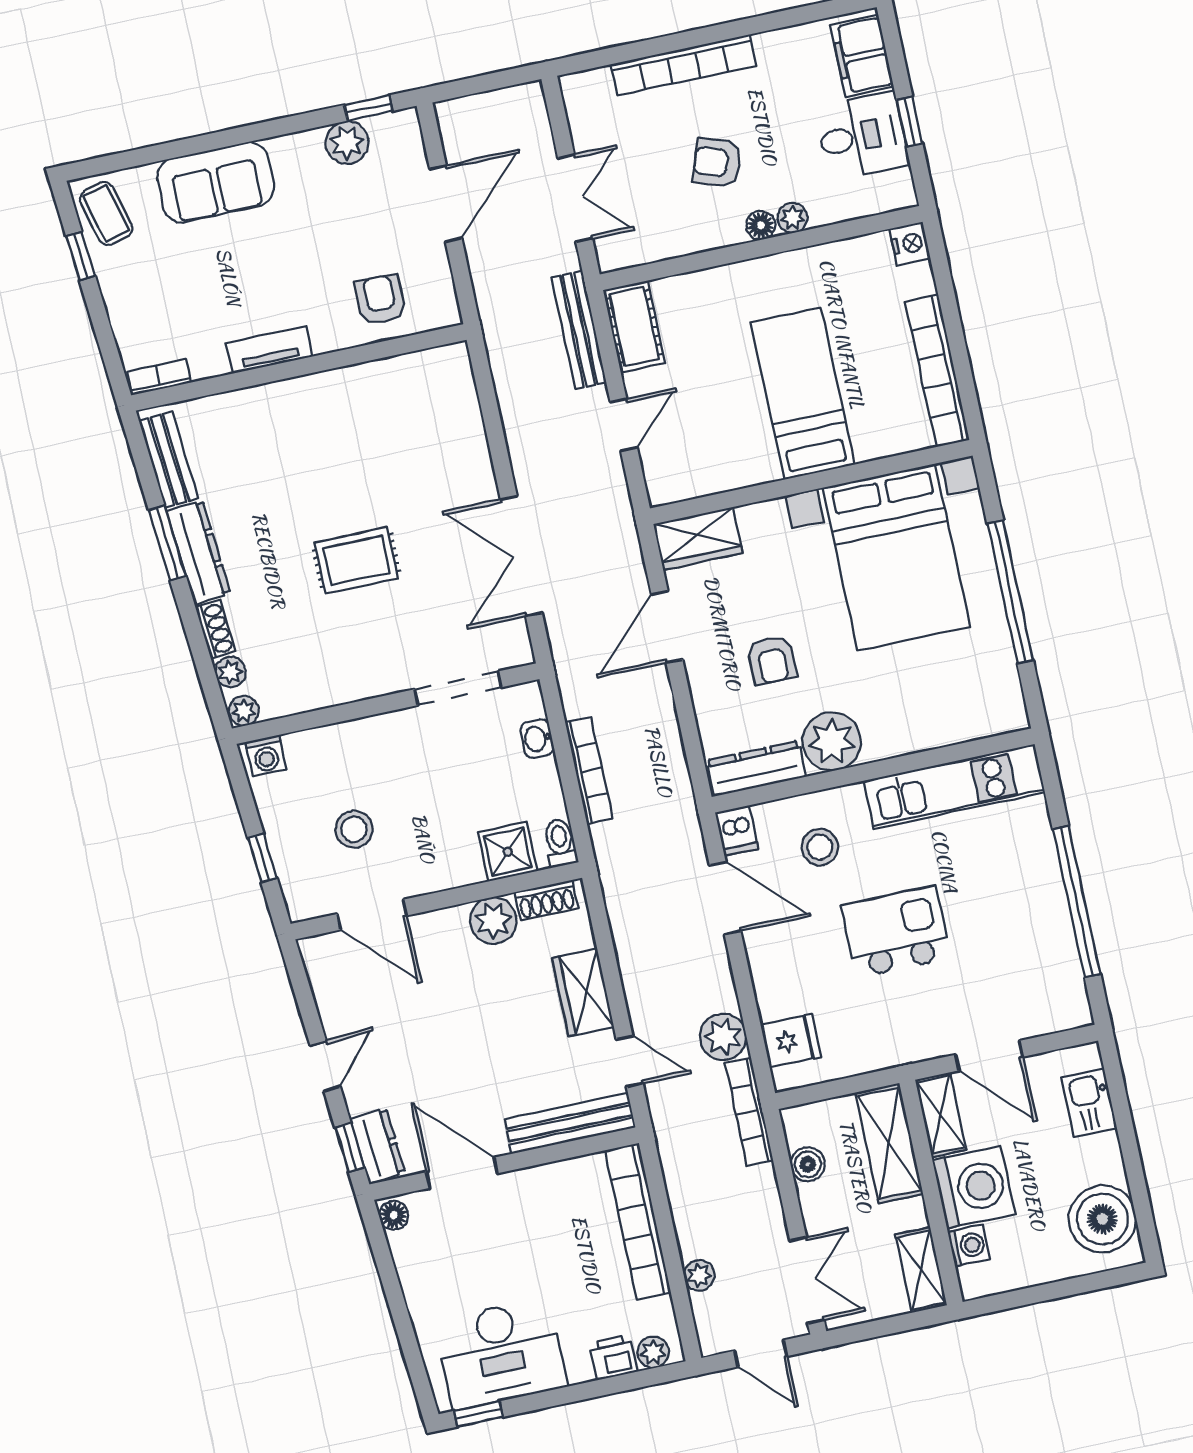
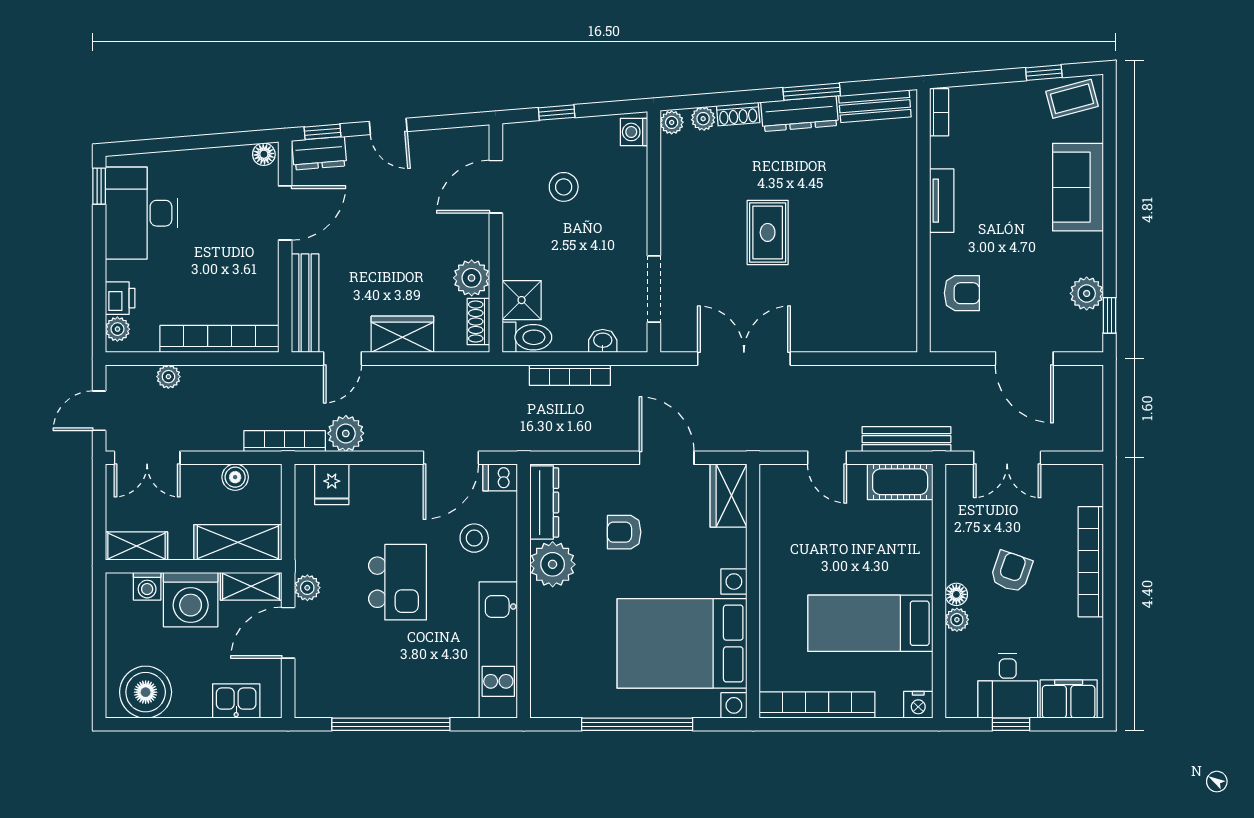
bed: (803, 394) -> (870, 623), moved, turned 180
toilet: (560, 843) -> (527, 337), width x1.37, depth x1.39
plant: (927, 1044) -> (307, 588), added

